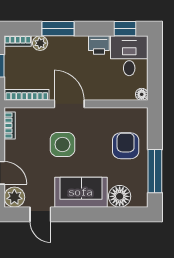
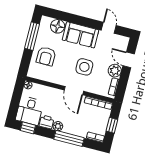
window: (58, 29) -> (69, 138), width x1.44
plant: (40, 43) -> (58, 126), moved
plant: (14, 197) -> (115, 71), moved

